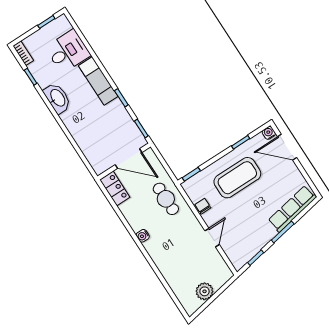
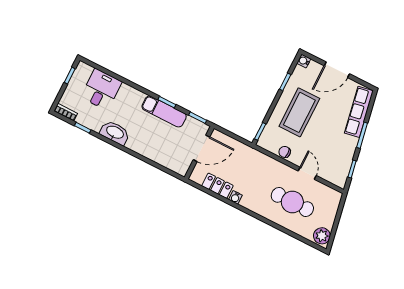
exam couch: (98, 81) -> (164, 111), moved
door: (287, 147) -> (337, 70), moved
locker: (115, 188) -> (217, 186), moved
cafe table: (166, 199) -> (292, 202), moved, width x1.37, depth x1.35
water cooler: (143, 236) -> (235, 197), moved
plant: (205, 291) -> (322, 236), moved

